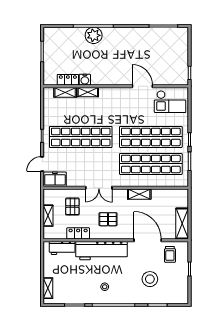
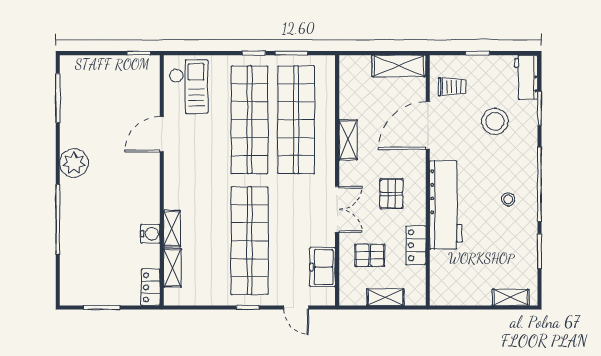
plant: (94, 35) -> (74, 163), moved
locker: (68, 80) -> (151, 287), moved
freezer: (55, 179) -> (323, 267), moved
workbench: (62, 248) -> (526, 77), moved, turned 180

